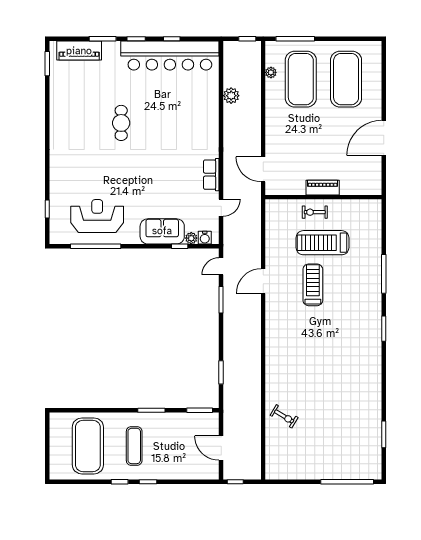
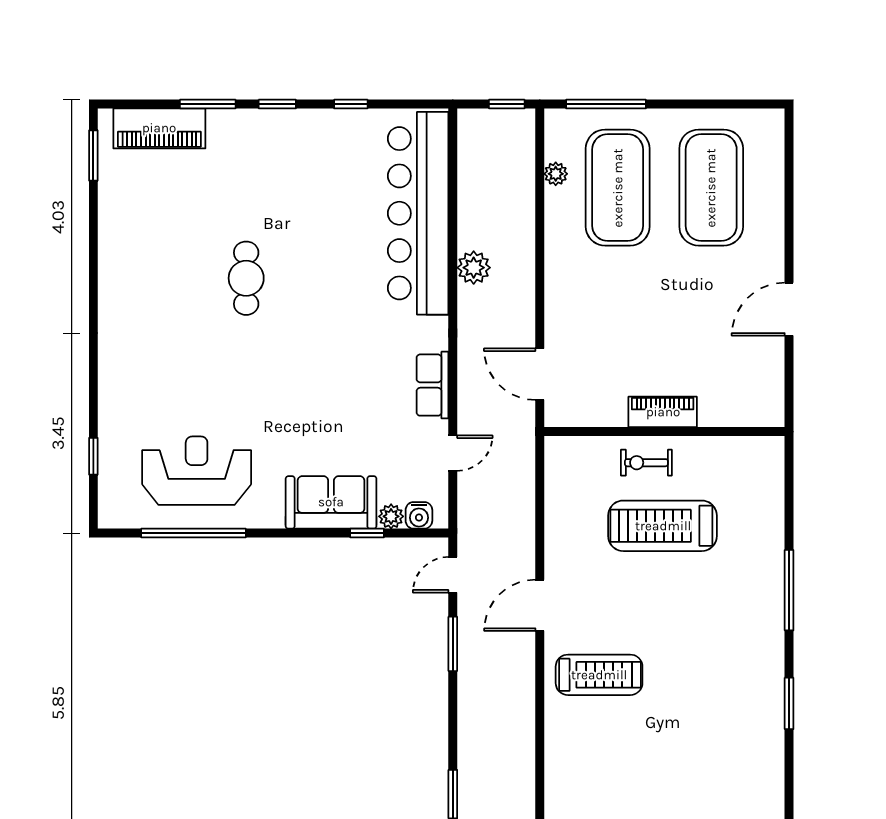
bar counter: (170, 55) -> (418, 213), moved, turned 90
plant: (231, 96) -> (474, 268), moved
door: (384, 138) -> (789, 309), width x0.73
treadmill: (313, 285) -> (599, 675), moved, turned 90

